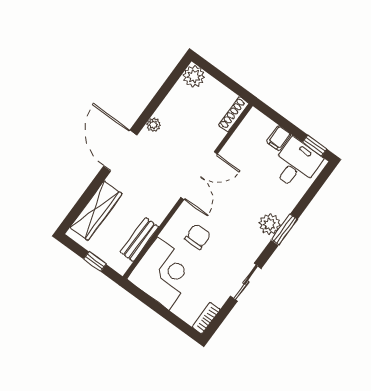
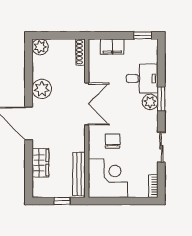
plant: (153, 125) -> (42, 89), width x1.88, depth x1.88
filing cabinet: (279, 138) -> (112, 47), width x2.00
desk: (296, 164) -> (142, 79), moved, turned 90
wardrobe: (96, 211) -> (40, 163), width x0.67
bench: (139, 239) -> (79, 174), width x1.36

